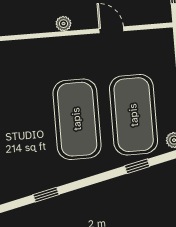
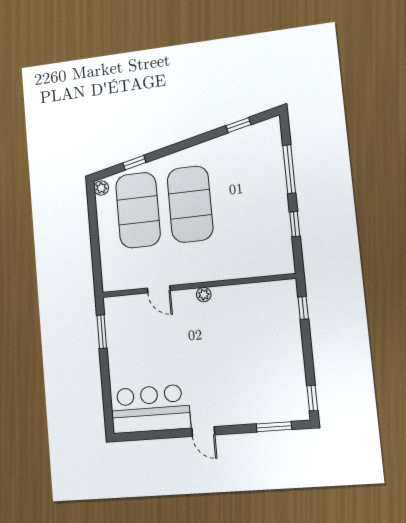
window: (46, 195) -> (238, 125), moved

